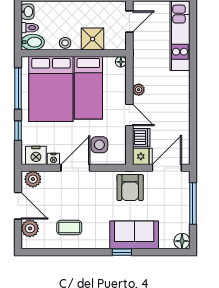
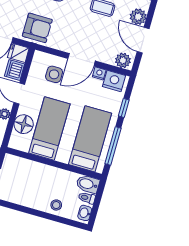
shower: (93, 39) -> (33, 172), removed
stool: (65, 43) -> (56, 205), moved
floor lamp: (121, 62) -> (24, 124), moved, width x1.89, depth x1.89
bed: (51, 89) -> (90, 139), width x0.67
armchair: (130, 188) -> (37, 28), turned 90

